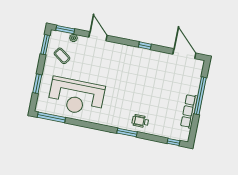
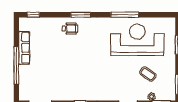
coffee table: (62, 56) -> (148, 74), moved
window: (51, 117) -> (125, 15), moved

